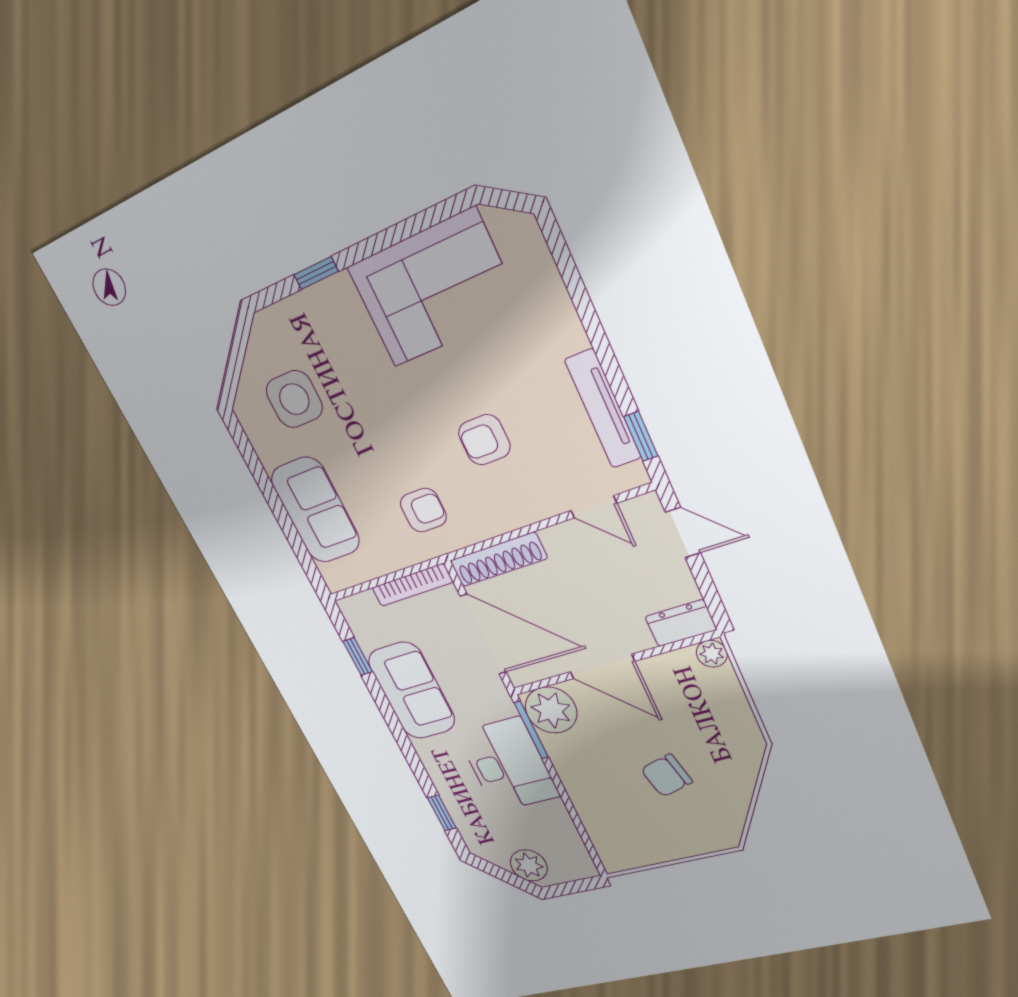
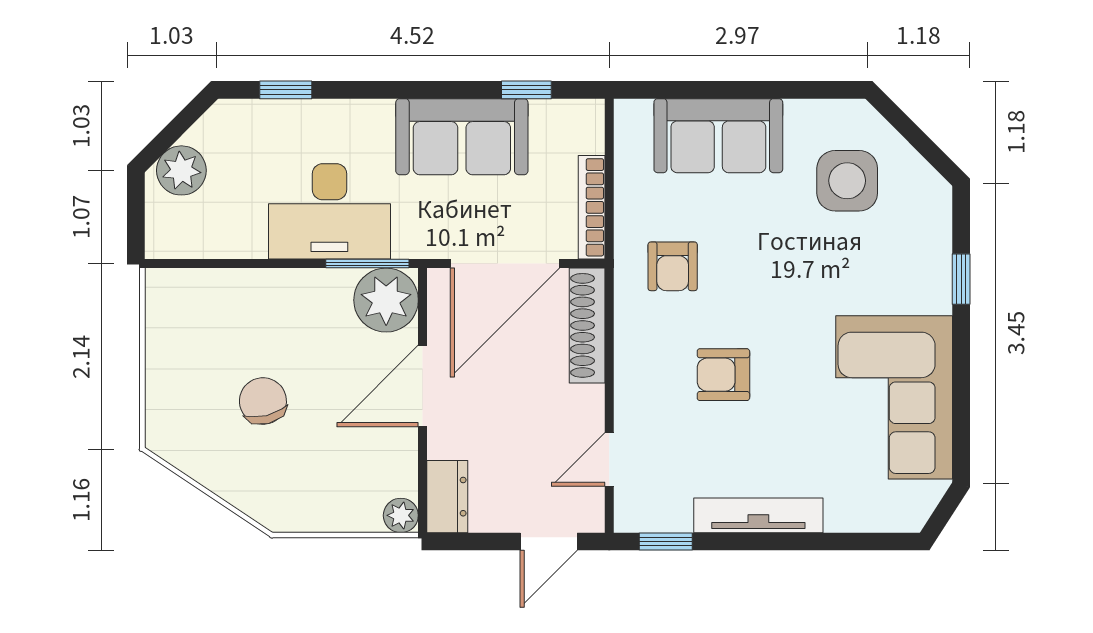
tv unit: (603, 409) -> (758, 515), moved
armchair: (484, 440) -> (723, 375), turned -90

